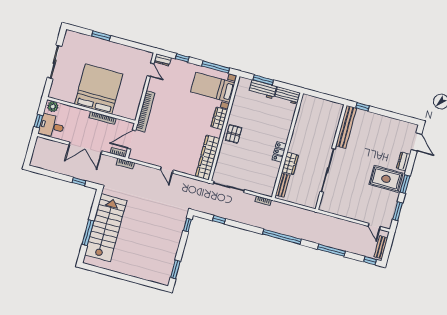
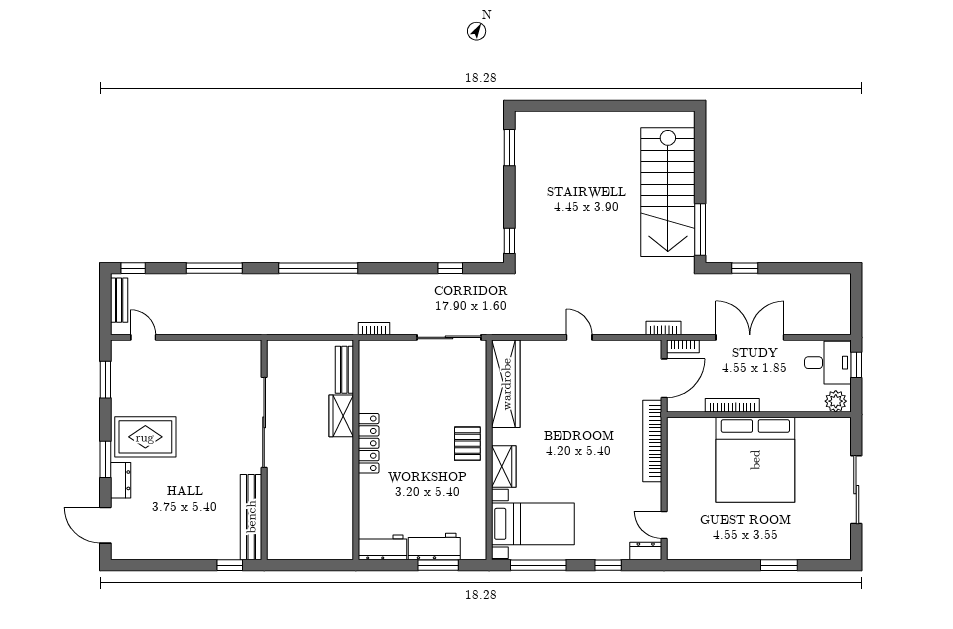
locker: (279, 152) -> (369, 443), width x1.53
window: (405, 184) -> (105, 459), moved
window: (88, 233) -> (700, 229), moved

